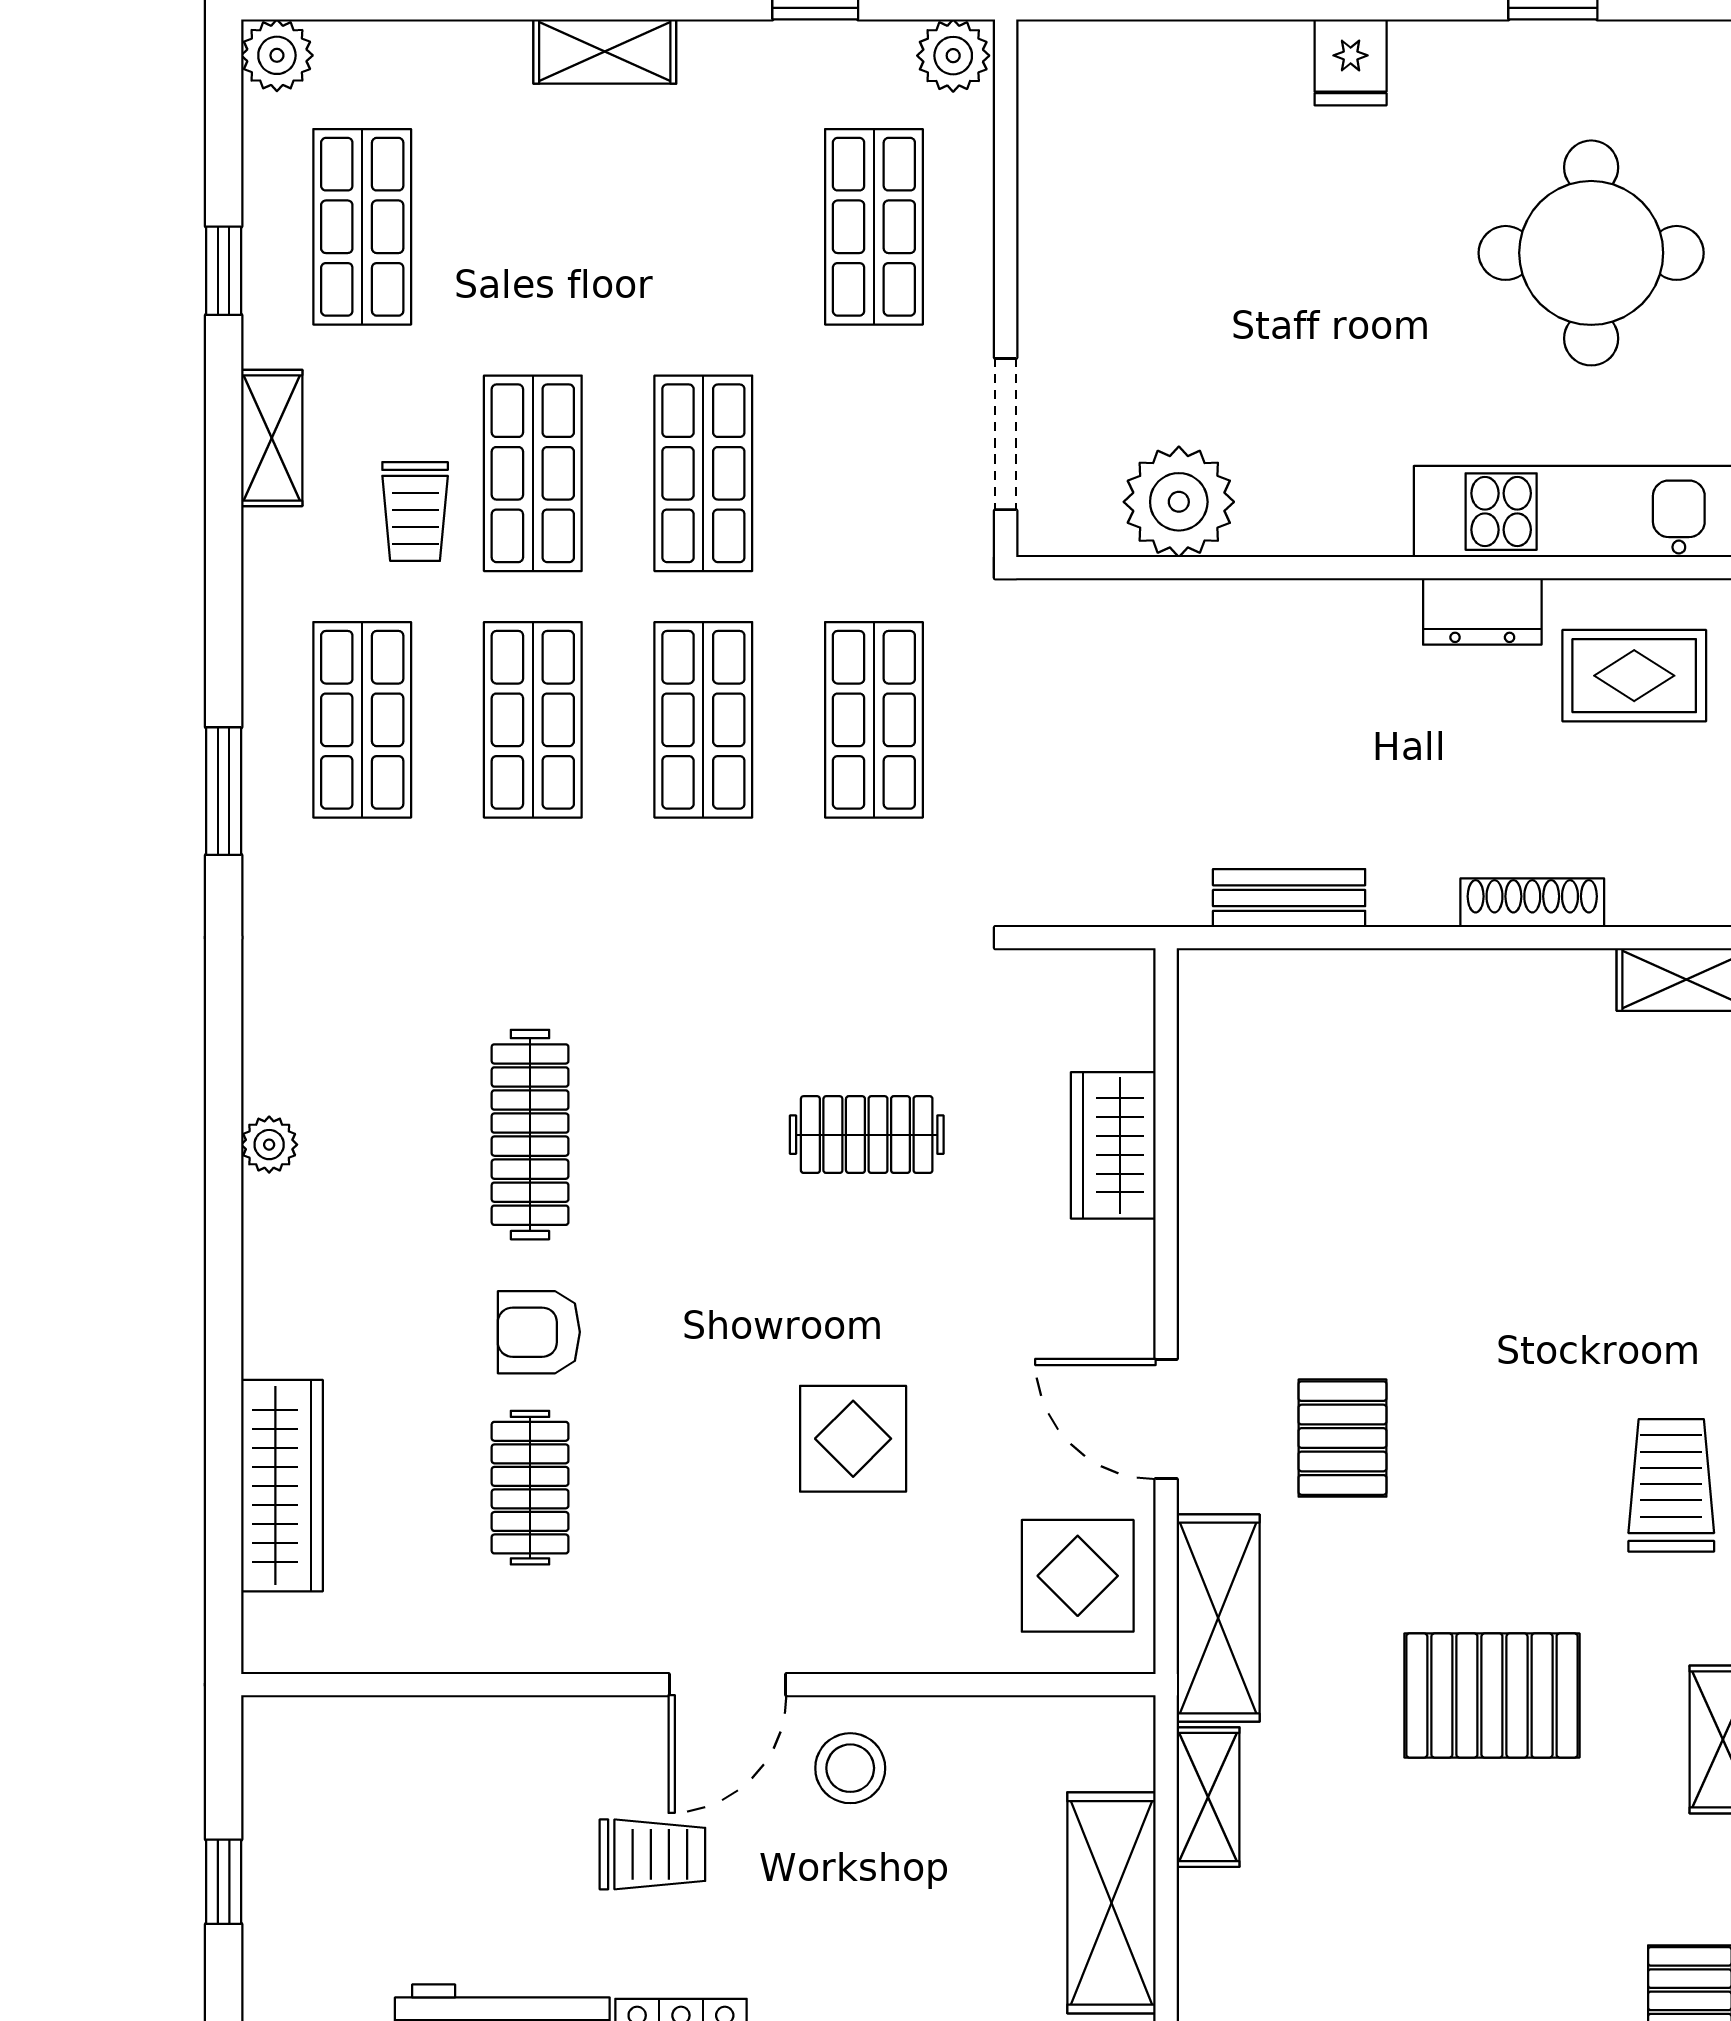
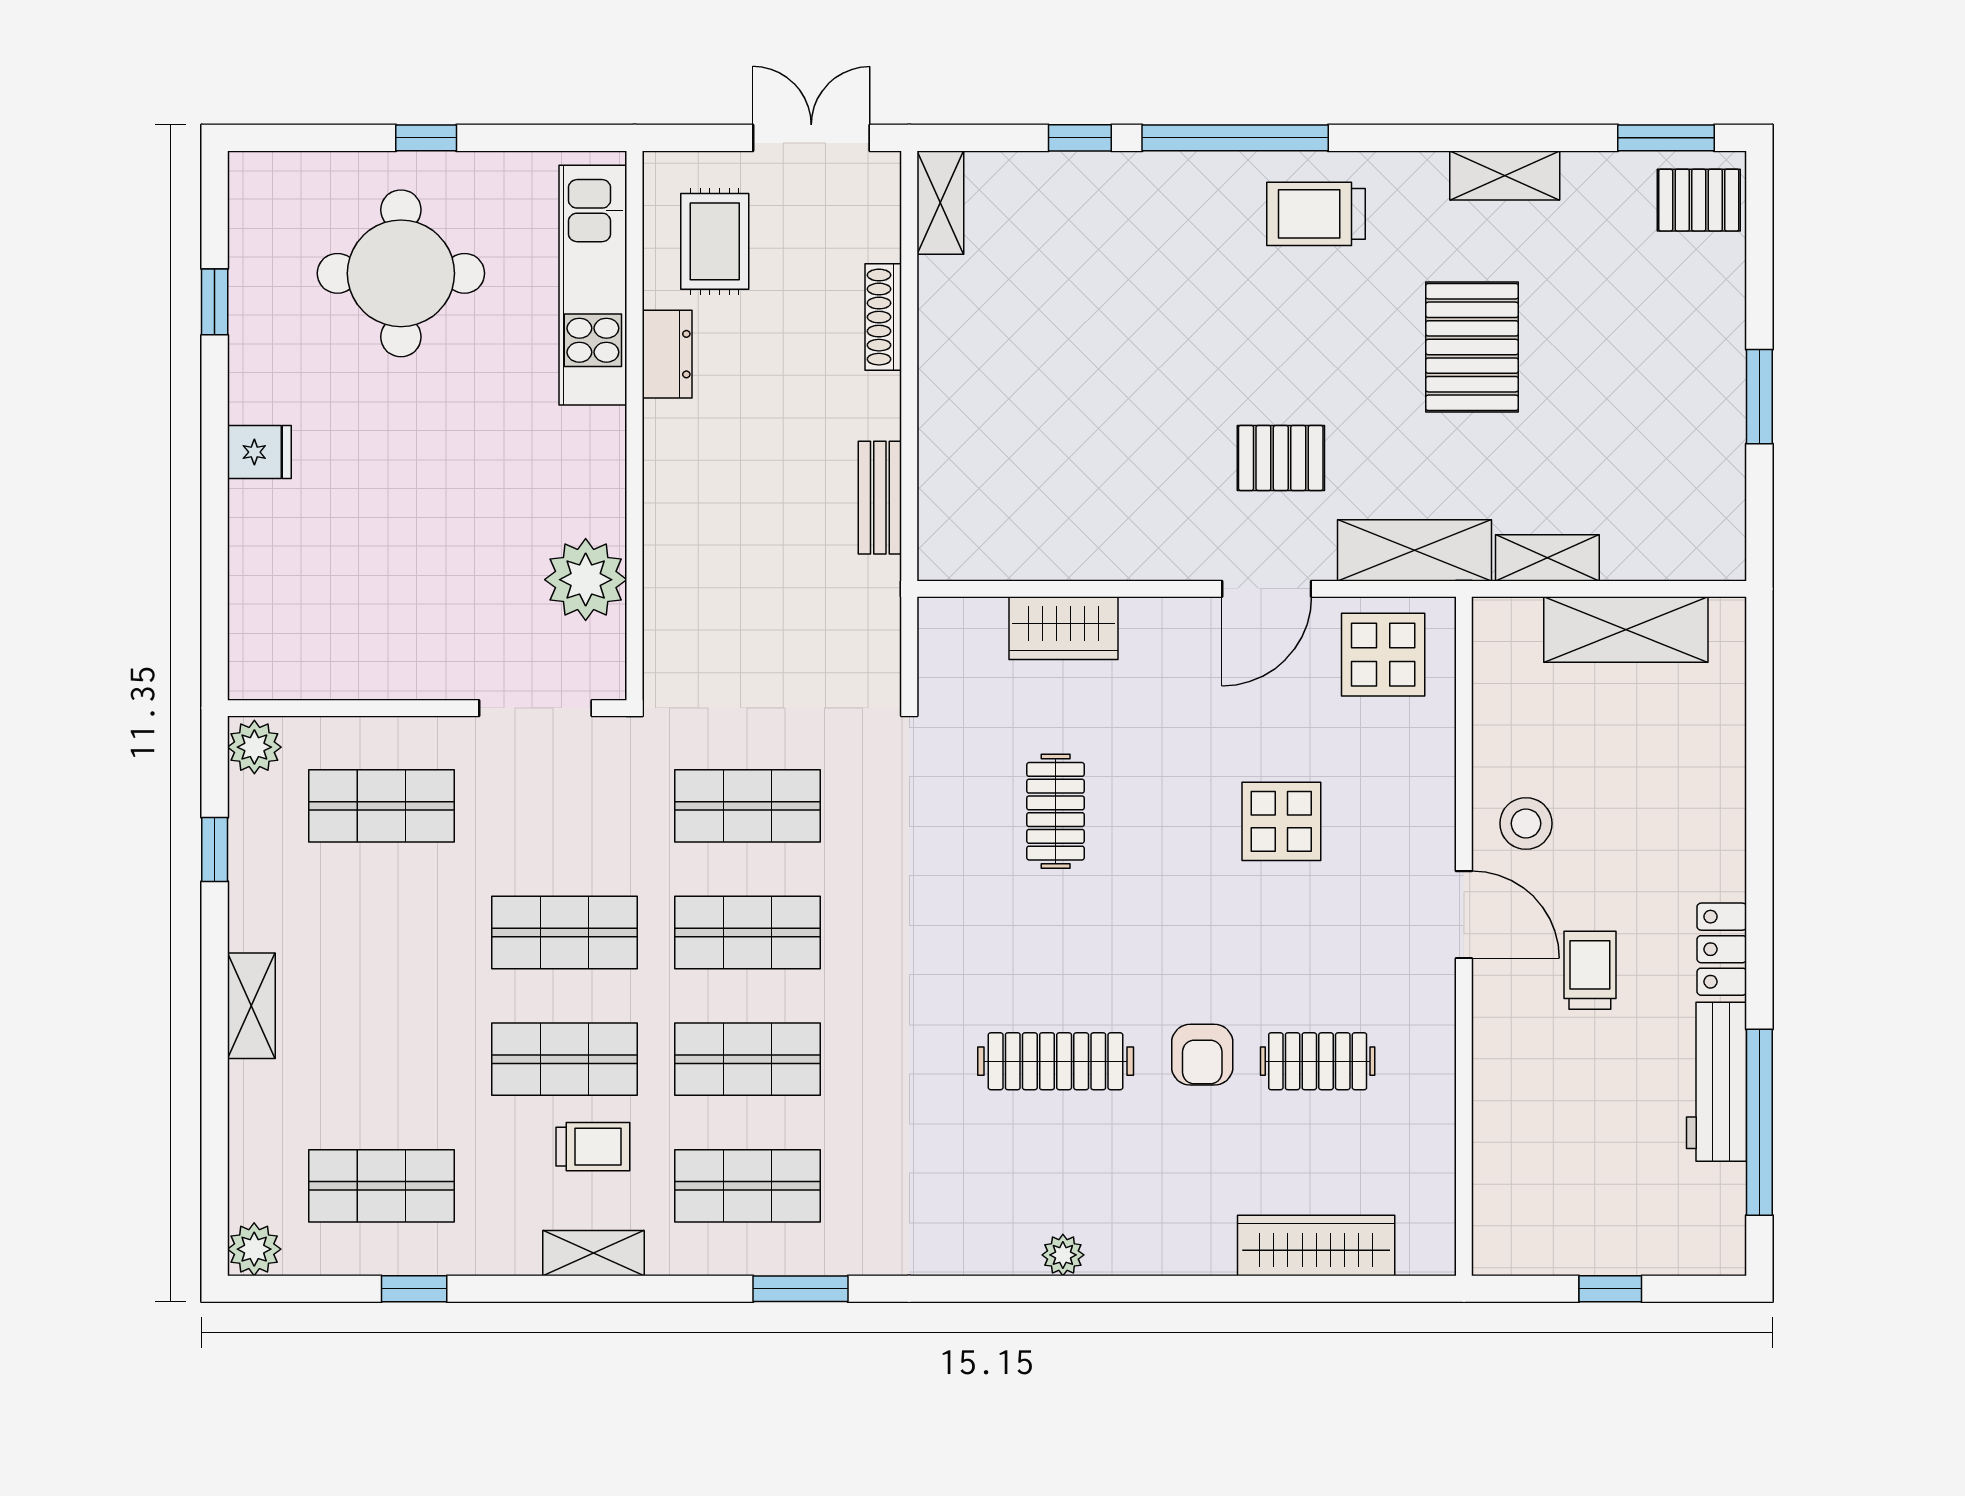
shelving: (272, 438) -> (594, 1253), moved

